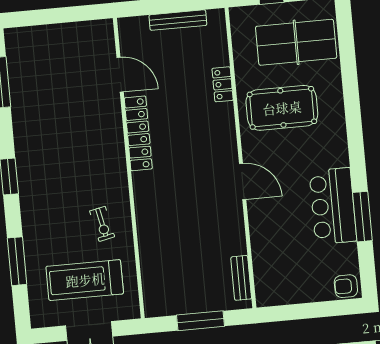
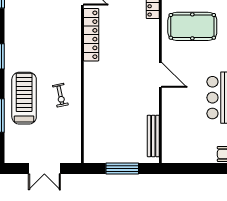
bench: (241, 278) -> (153, 136), width x1.36
treadmill: (85, 280) -> (24, 98), moved, turned 90

